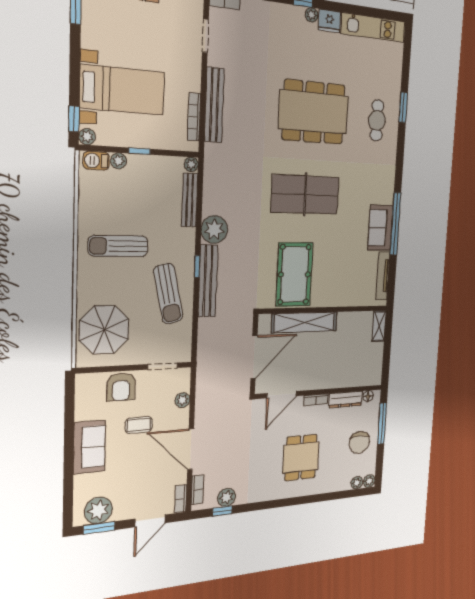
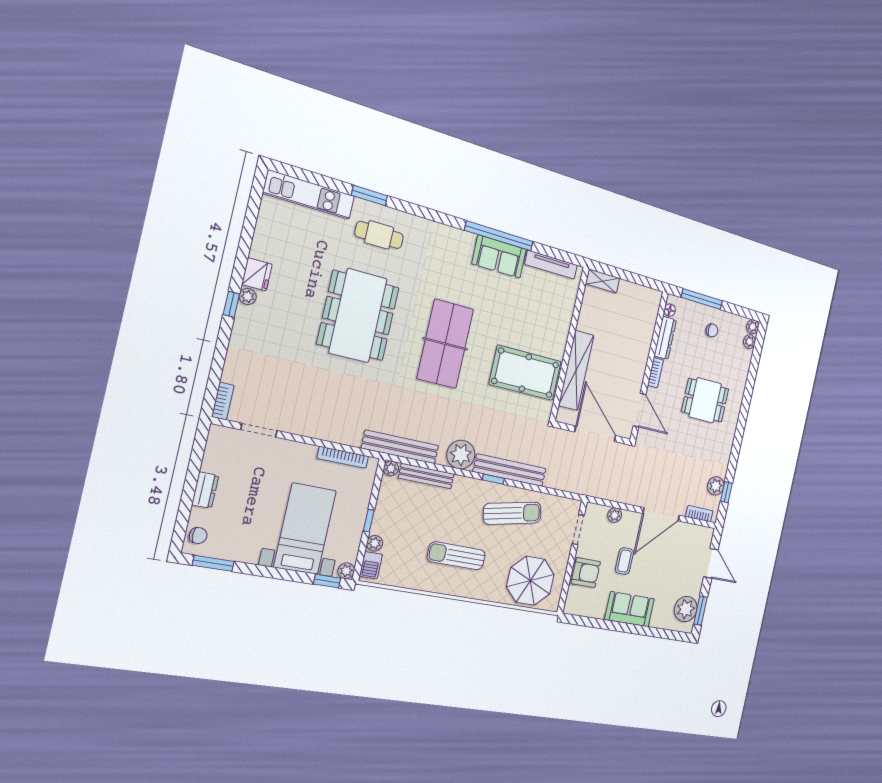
kitchen unit: (373, 28) -> (309, 195), moved, turned 90
bench: (214, 105) -> (400, 447), moved
sun lounger: (118, 246) -> (456, 556), turned 90
chair: (359, 442) -> (712, 330), width x0.54, depth x0.54
bookcase: (181, 499) -> (702, 531), removed

